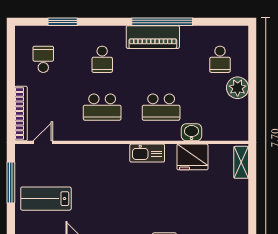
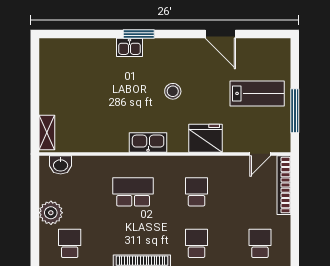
school desk: (43, 59) -> (260, 243), turned 180
school desk: (102, 107) -> (197, 192), width x0.54
washbasin: (192, 132) -> (61, 165), moved
fridge: (192, 157) -> (205, 138), moved
stool: (124, 201) -> (173, 91), added

